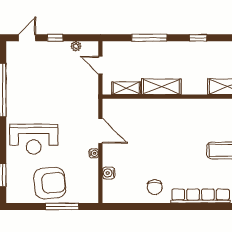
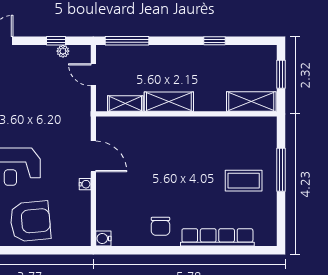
window: (55, 38) -> (56, 41), moved
window: (149, 38) -> (127, 41), moved
water cooler: (109, 173) -> (103, 238), moved
window: (62, 206) -> (46, 250), removed

